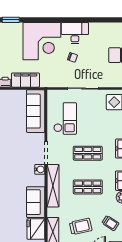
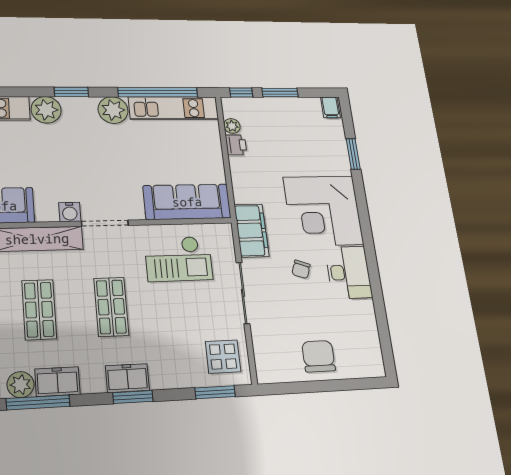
filing cabinet: (25, 80) -> (252, 231), moved

